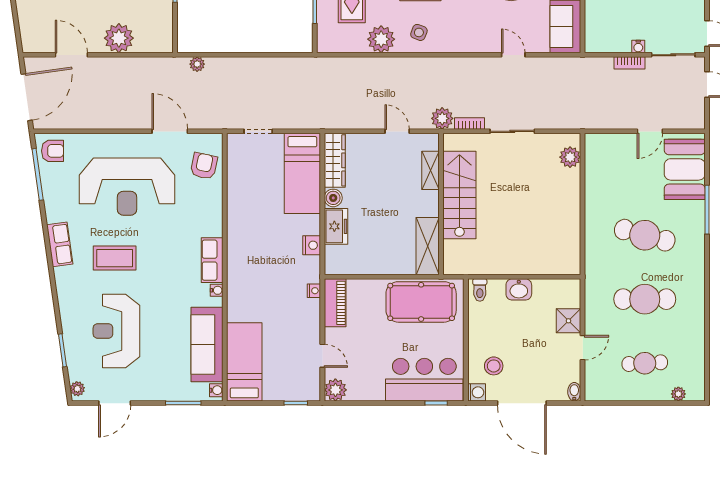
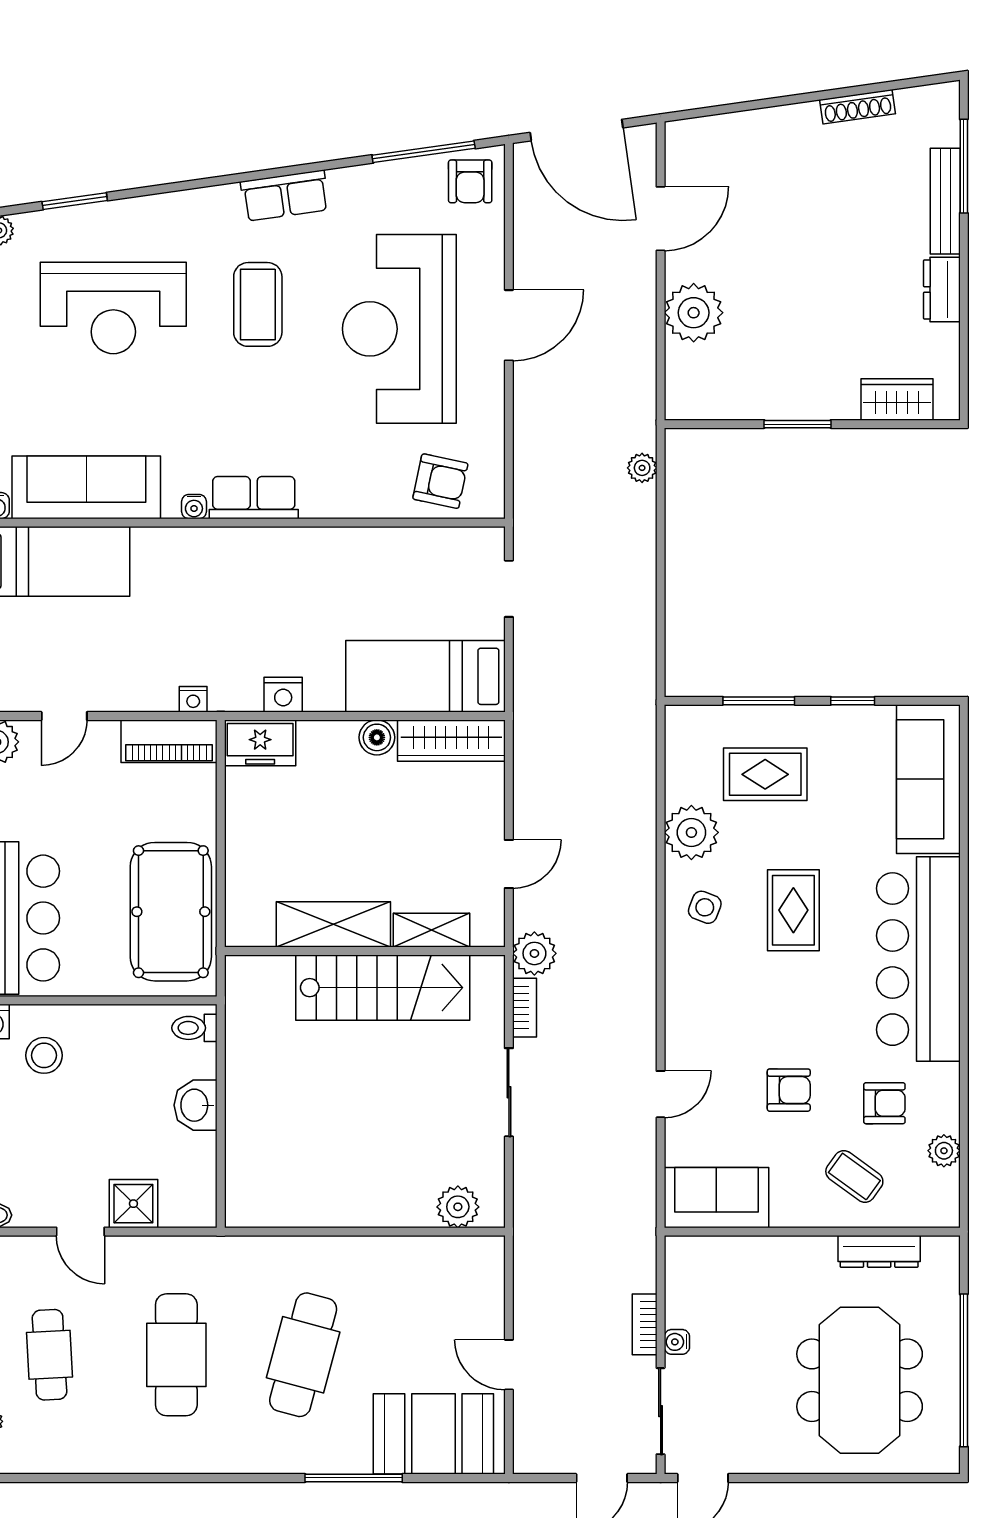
door: (170, 131) -> (509, 325), moved
freezer: (336, 226) -> (260, 743), moved
shelving: (428, 246) -> (333, 924), moved
reception desk: (116, 331) -> (113, 308), turned 180

